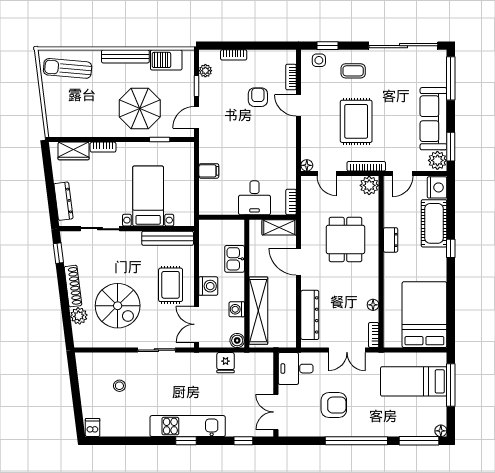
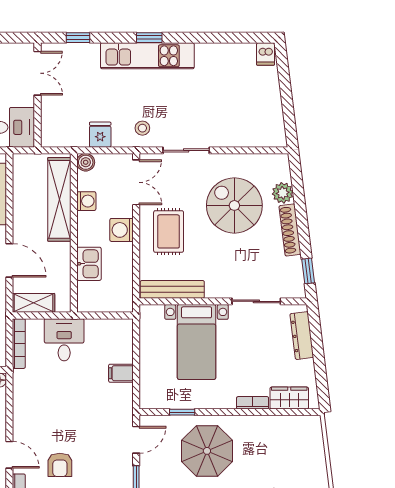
bookcase: (291, 202) -> (19, 344), width x1.56
stool: (119, 386) -> (142, 128), moved

